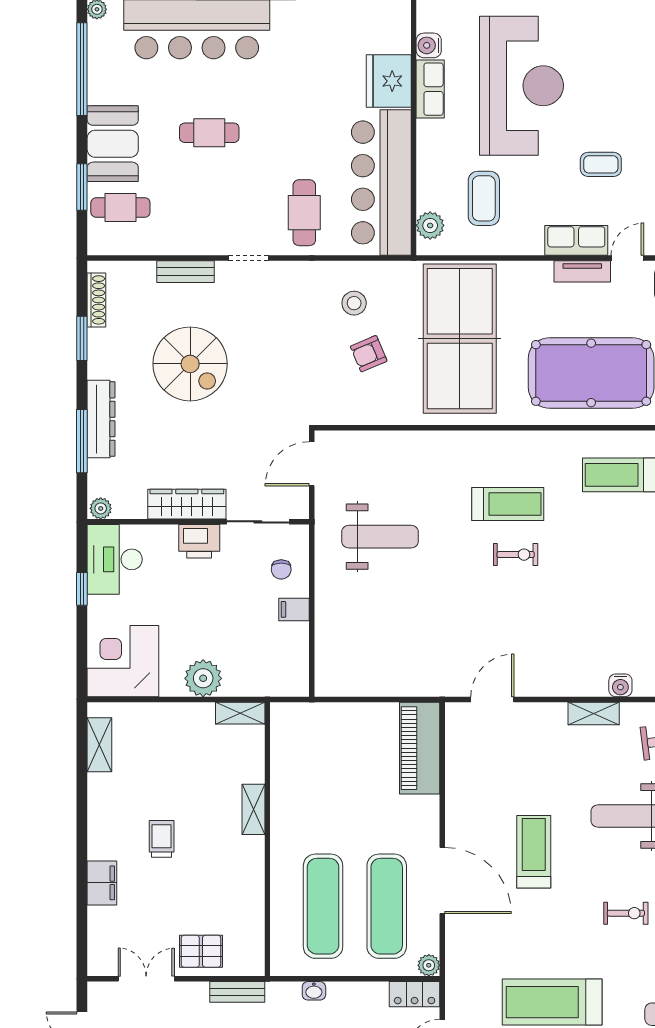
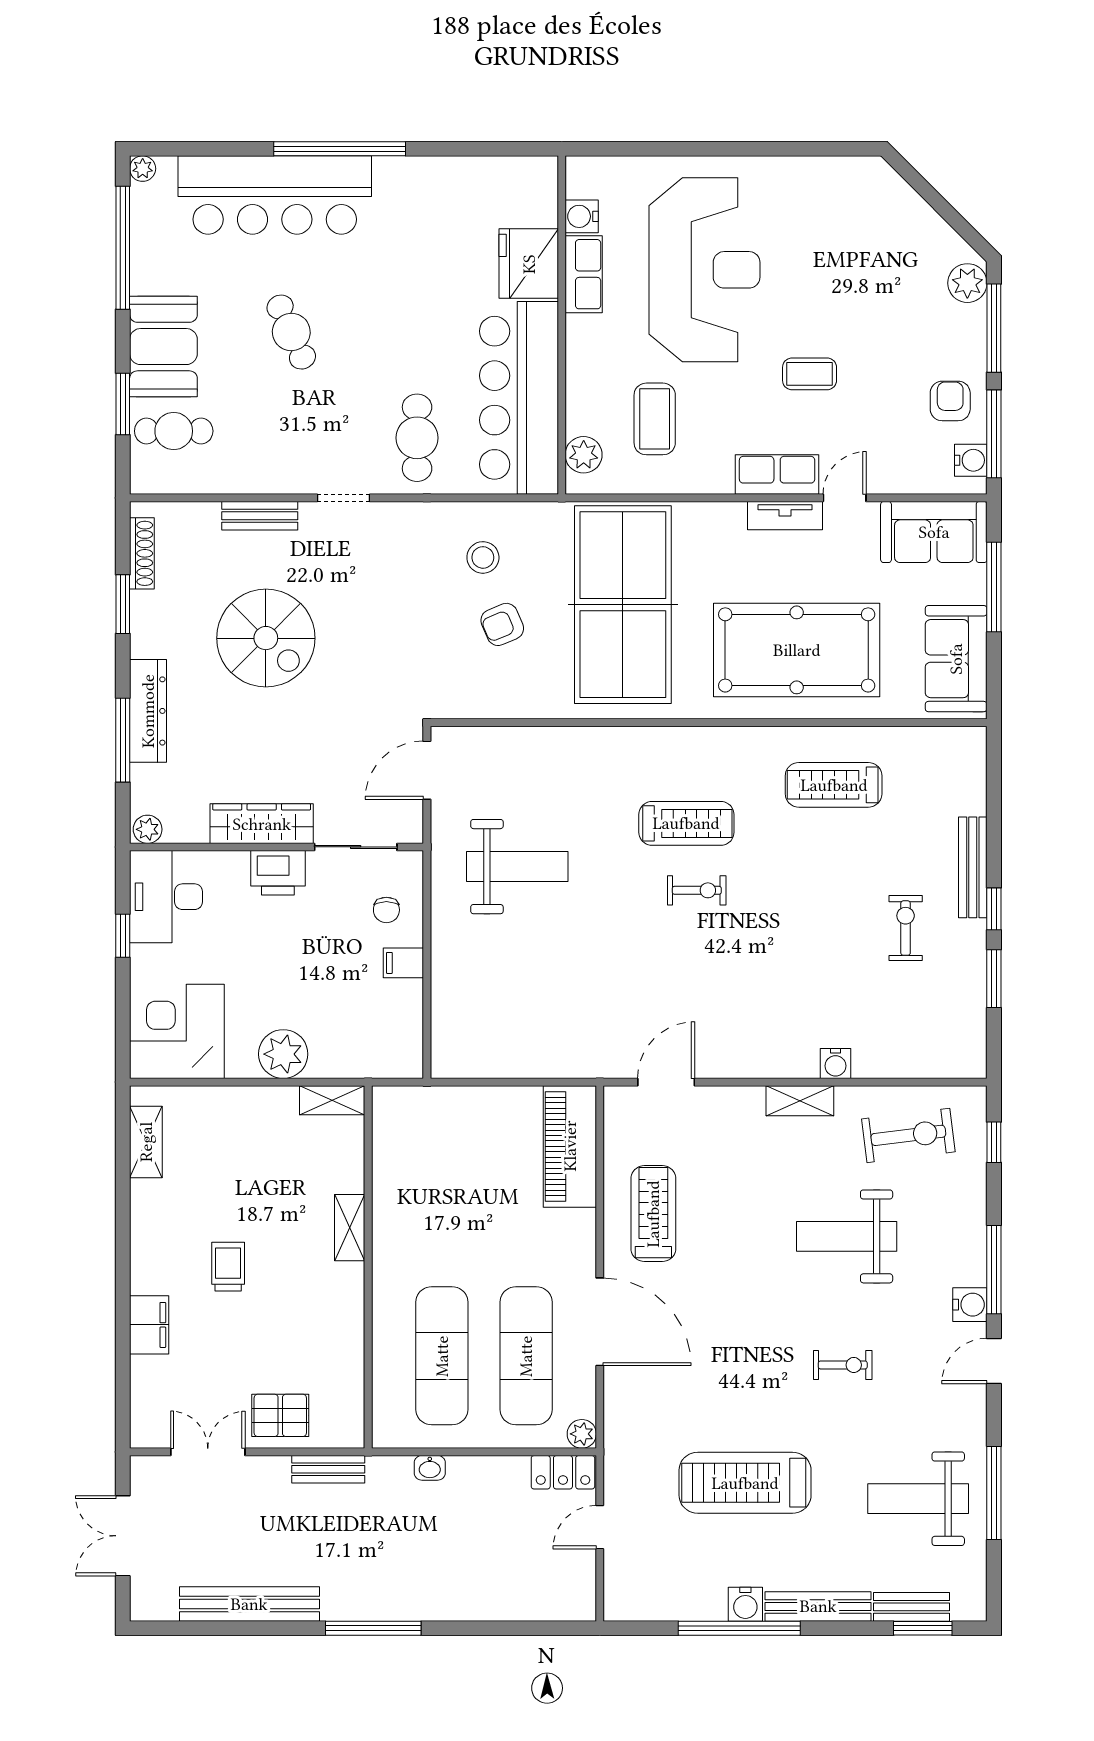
cafe table: (209, 133) -> (291, 332), turned 66
treadmill: (534, 852) -> (653, 1214), moved

